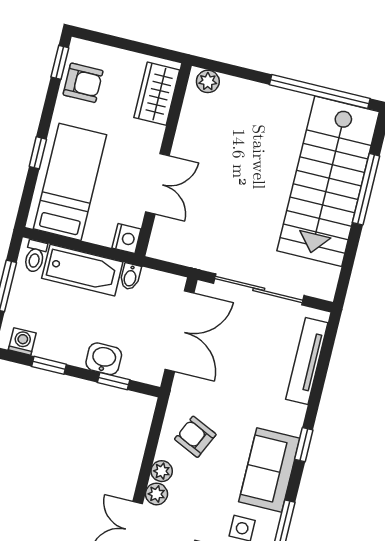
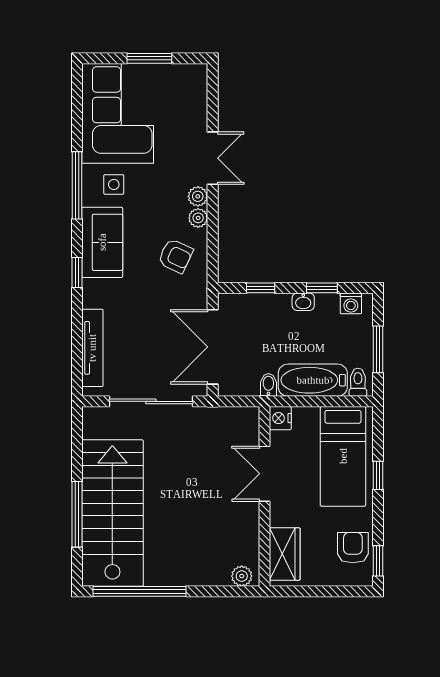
armchair: (83, 83) -> (353, 548), turned 90
washbasin: (104, 359) -> (303, 302), moved, width x0.72, depth x0.69

